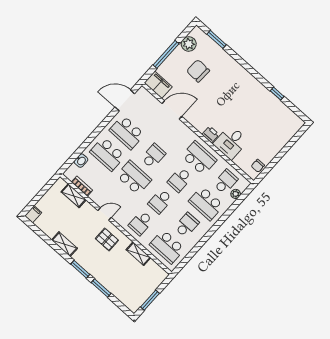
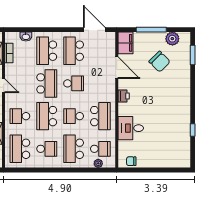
chair: (198, 71) -> (160, 62), turned 133
printer: (211, 134) -> (124, 96), moved
school desk: (160, 201) -> (47, 116), width x1.85

